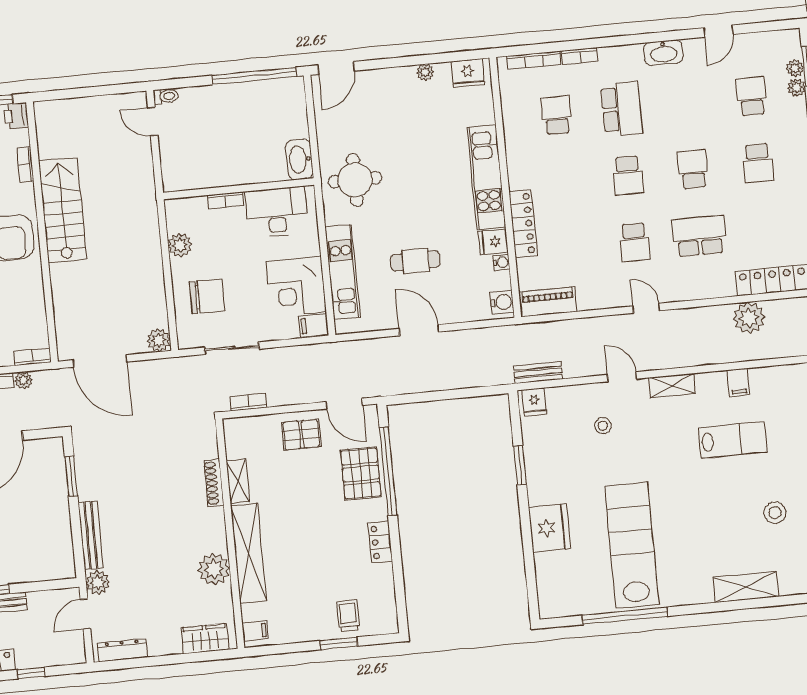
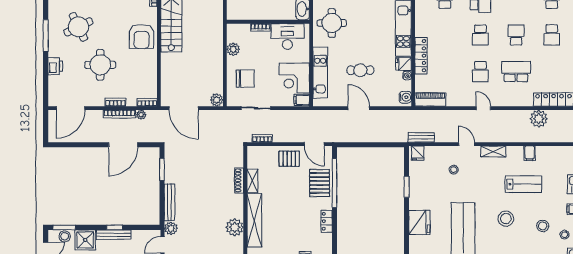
stool: (707, 506) -> (506, 219), added

